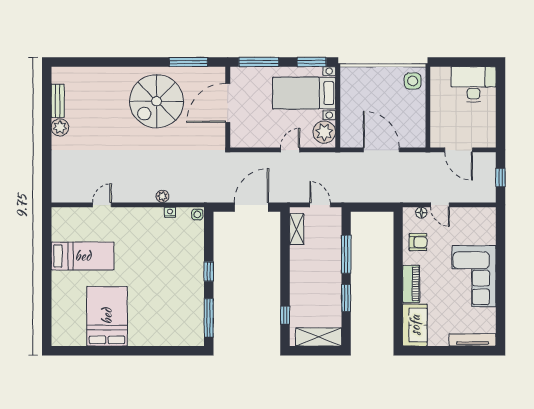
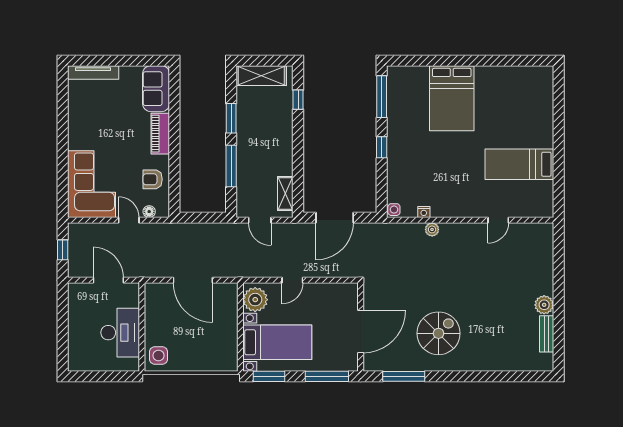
desk: (474, 84) -> (120, 333), moved, turned -90
spiral stairs: (157, 101) -> (438, 333), width x0.73, depth x0.73
corner sofa: (474, 276) -> (91, 184), moved
bed: (107, 316) -> (452, 98), moved

